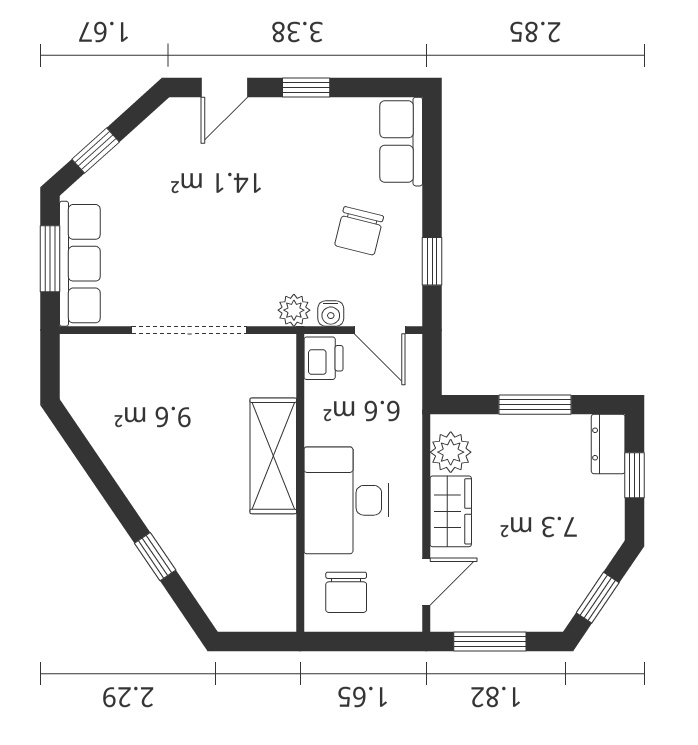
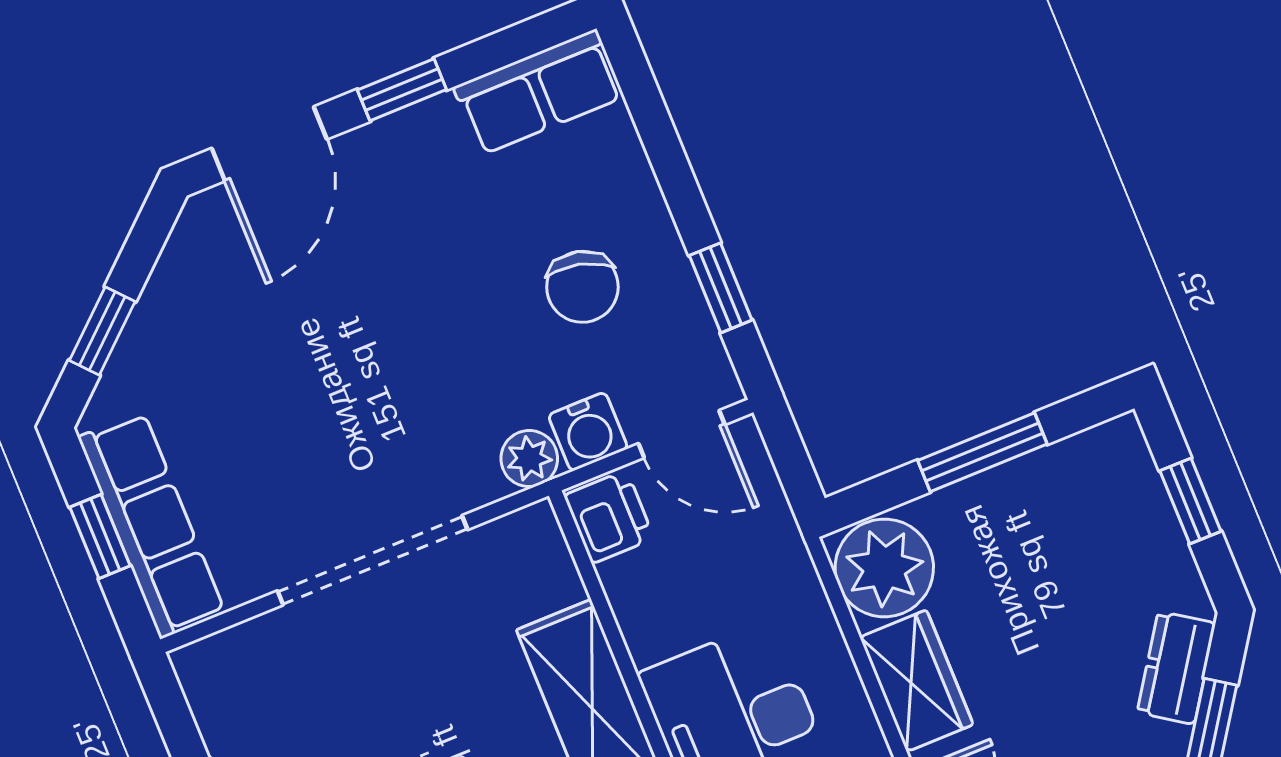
door: (224, 88) -> (269, 144), width x1.38
row of seats: (401, 142) -> (539, 92), moved, turned -90
window: (50, 259) -> (100, 536), width x0.67
water cooler: (331, 314) -> (588, 432), width x1.38, depth x1.38
dresser: (608, 444) -> (1176, 668), moved, turned 34
plant: (451, 452) -> (884, 568), width x1.36, depth x1.36

